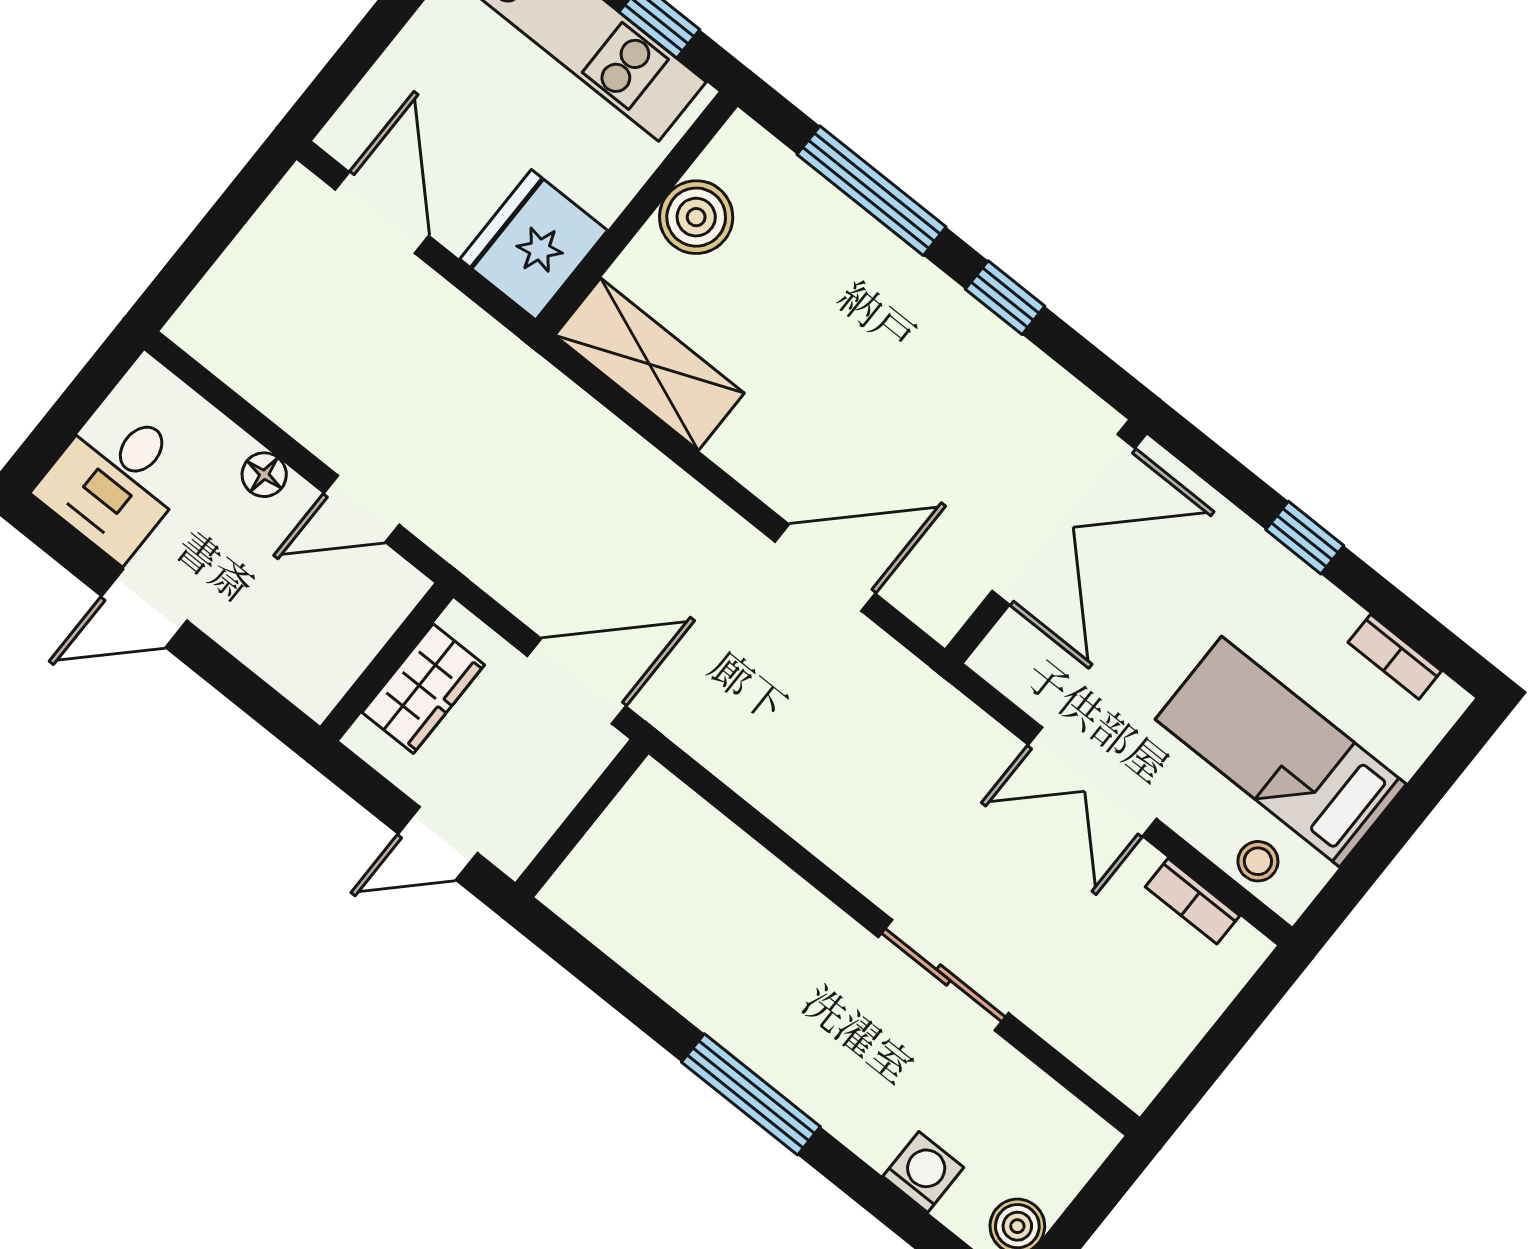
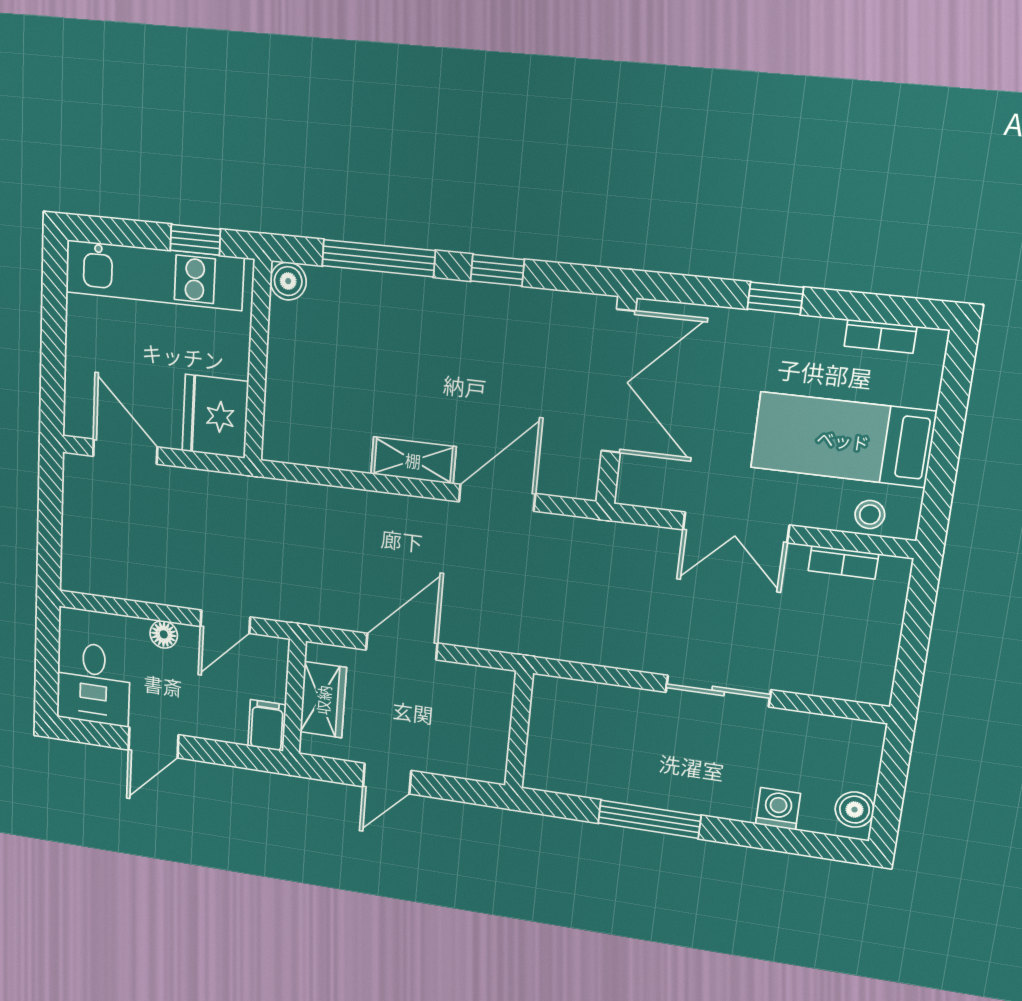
boiler: (696, 217) -> (288, 281), moved, width x0.73, depth x0.73
shelving: (650, 364) -> (413, 460), moved, width x0.67, depth x0.75
filing cabinet: (322, 678) -> (267, 725), added
wall: (582, 818) -> (519, 730), moved

